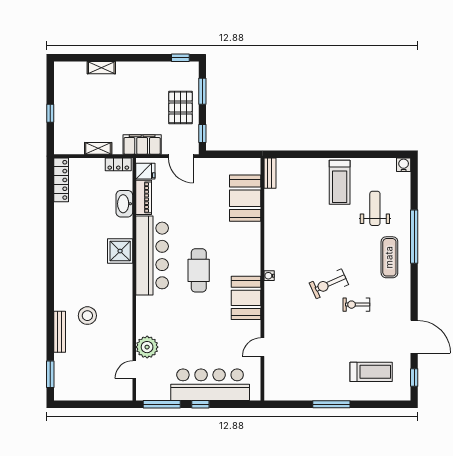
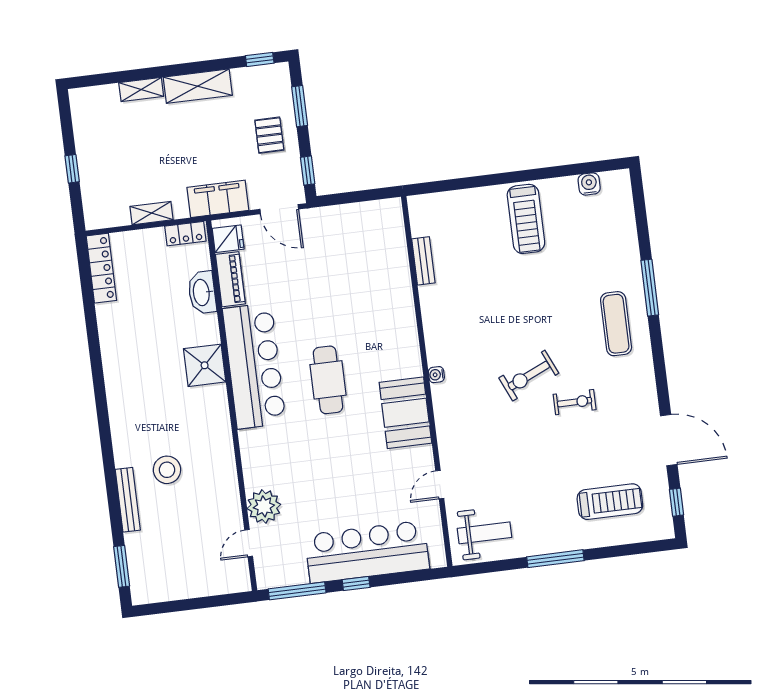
shelving: (138, 70) -> (198, 86), added
pallet: (180, 107) -> (269, 135), width x0.67, depth x0.71
water cooler: (404, 165) -> (589, 184), moved
bench: (270, 173) -> (423, 261), moved
booth: (245, 198) -> (385, 261), removed
weight bench: (375, 208) -> (485, 533), moved, turned 90
window: (414, 237) -> (650, 288), width x0.68
exercise bike: (356, 305) -> (575, 402), turned 180

